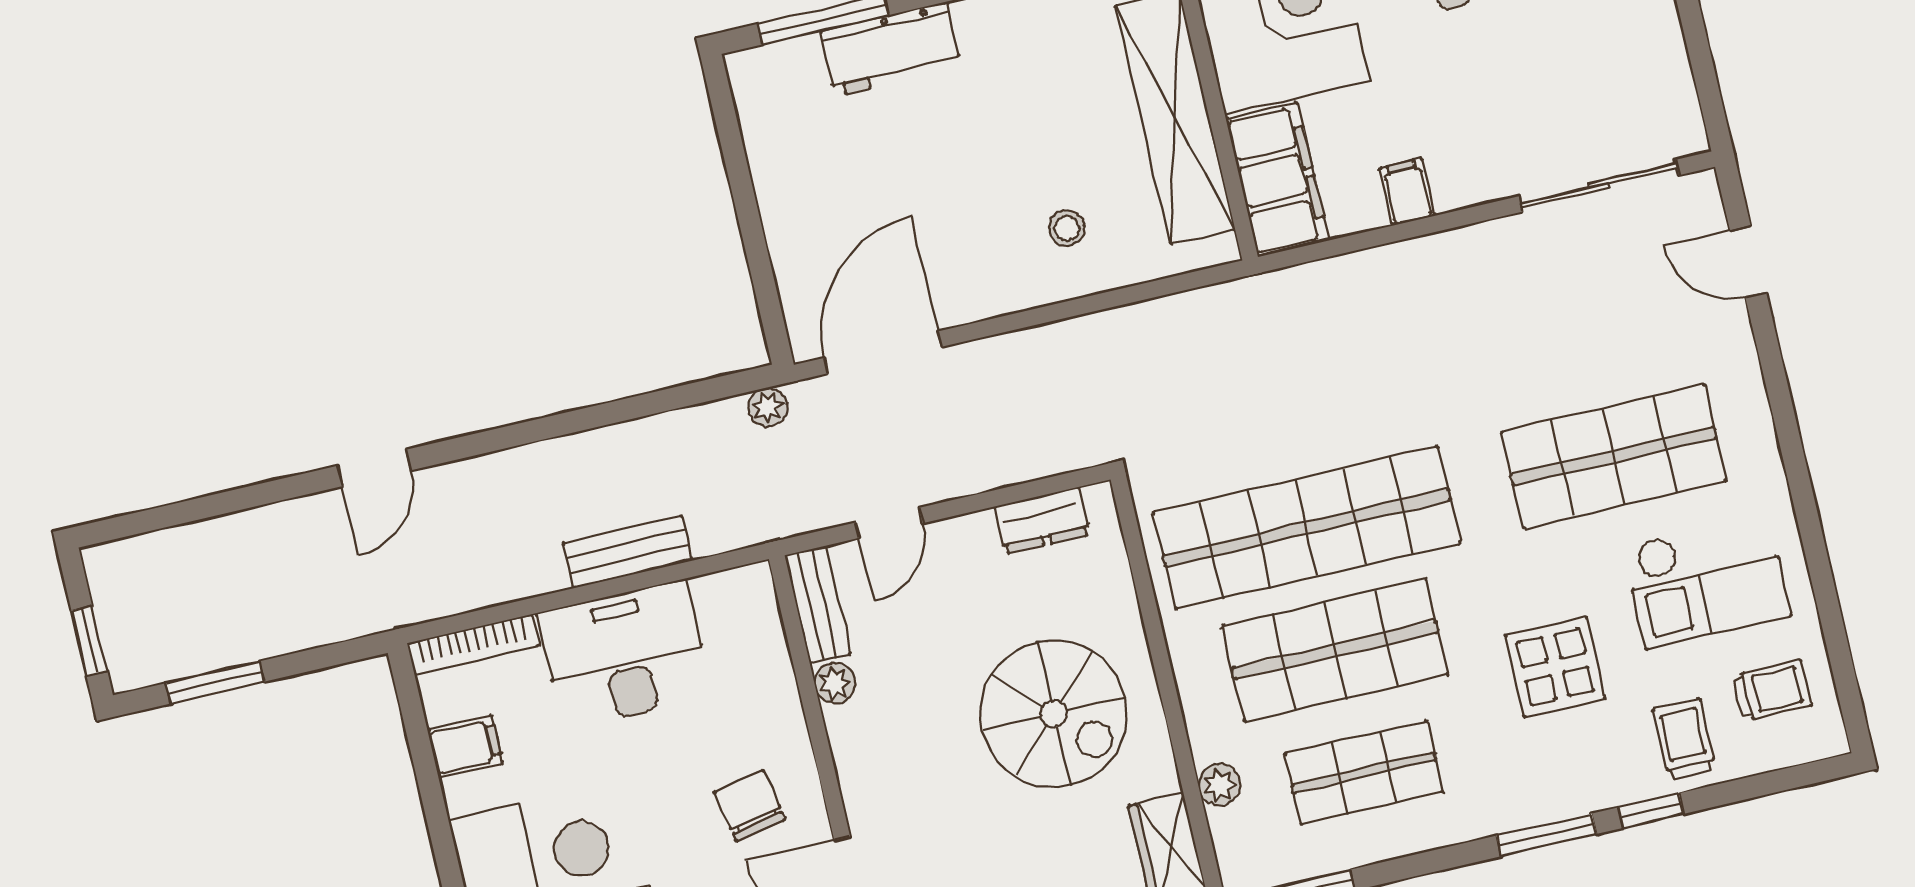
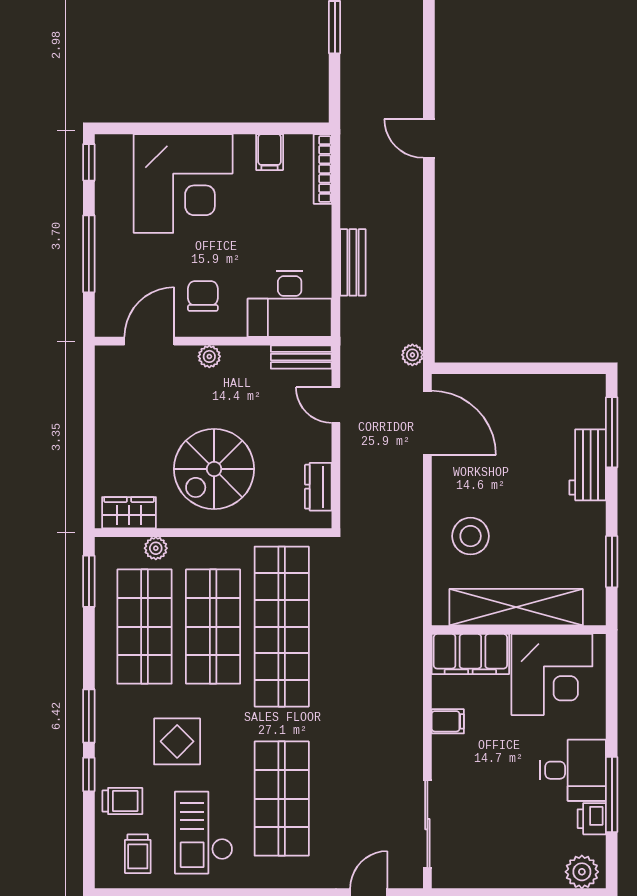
stool: (1067, 228) -> (471, 536), width x1.89, depth x1.89
desk: (625, 655) -> (290, 304), moved, turned 90
plant: (835, 683) -> (209, 356), moved
shop shelf: (1364, 773) -> (144, 627), width x1.43, depth x1.36
chair: (750, 806) -> (203, 296), turned -79

